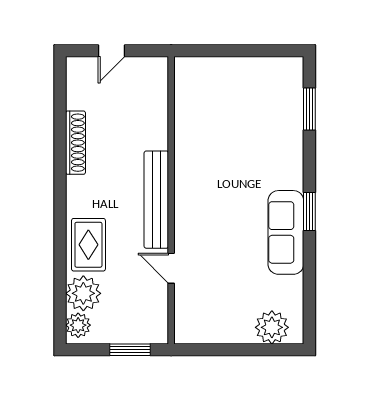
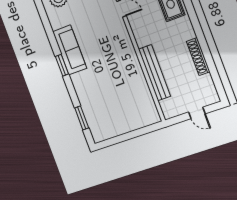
door: (112, 51) -> (197, 113), swing flipped
bench: (156, 200) -> (154, 73), moved

